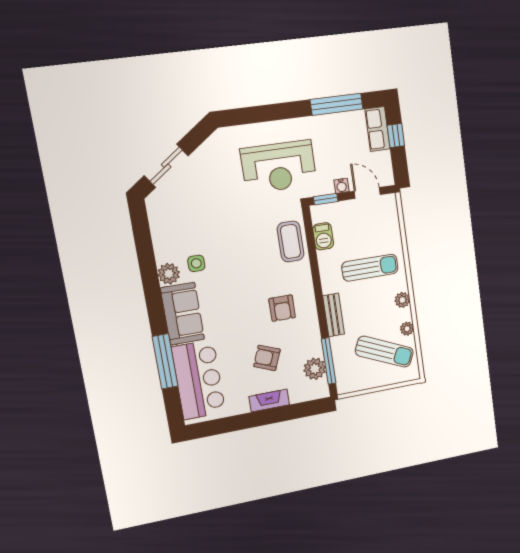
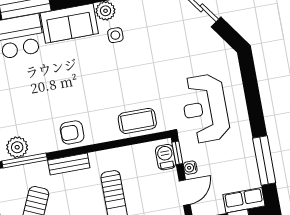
barbecue: (323, 236) -> (166, 157), moved, turned 90
armchair: (282, 308) -> (72, 132), moved
armchair: (267, 358) -> (28, 101), removed

